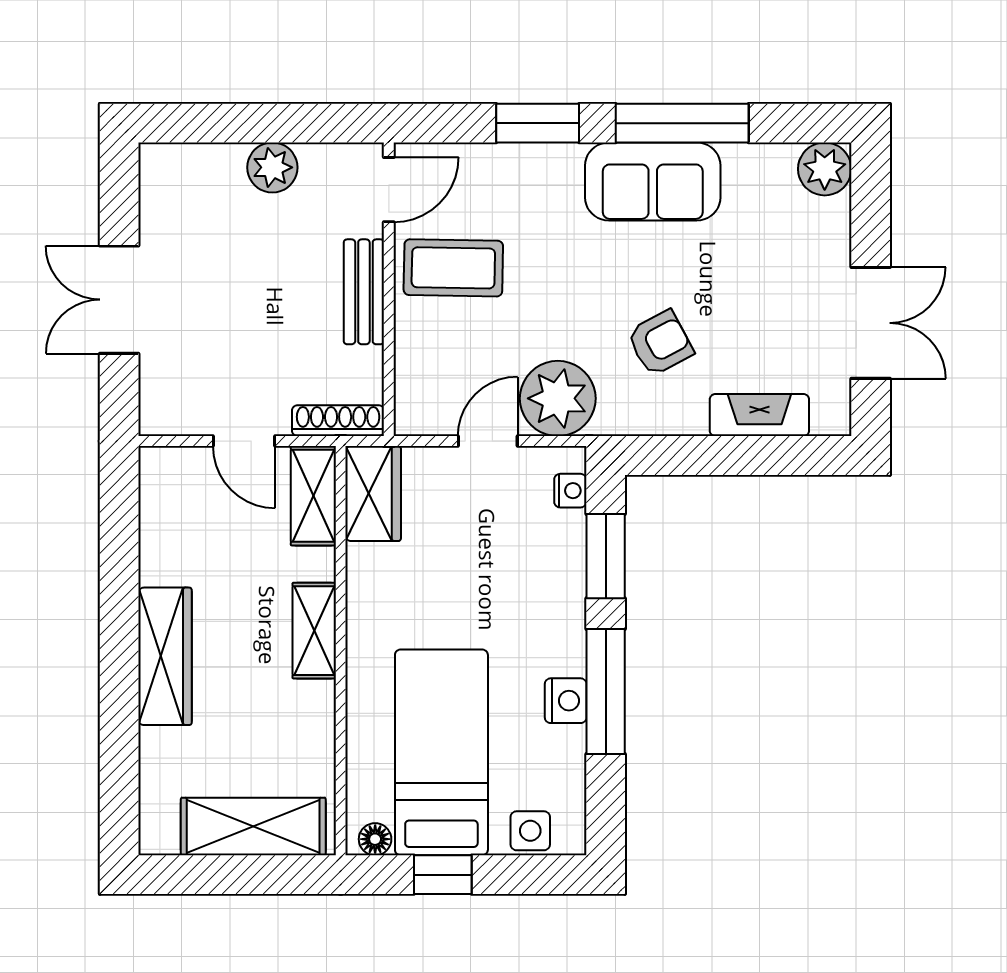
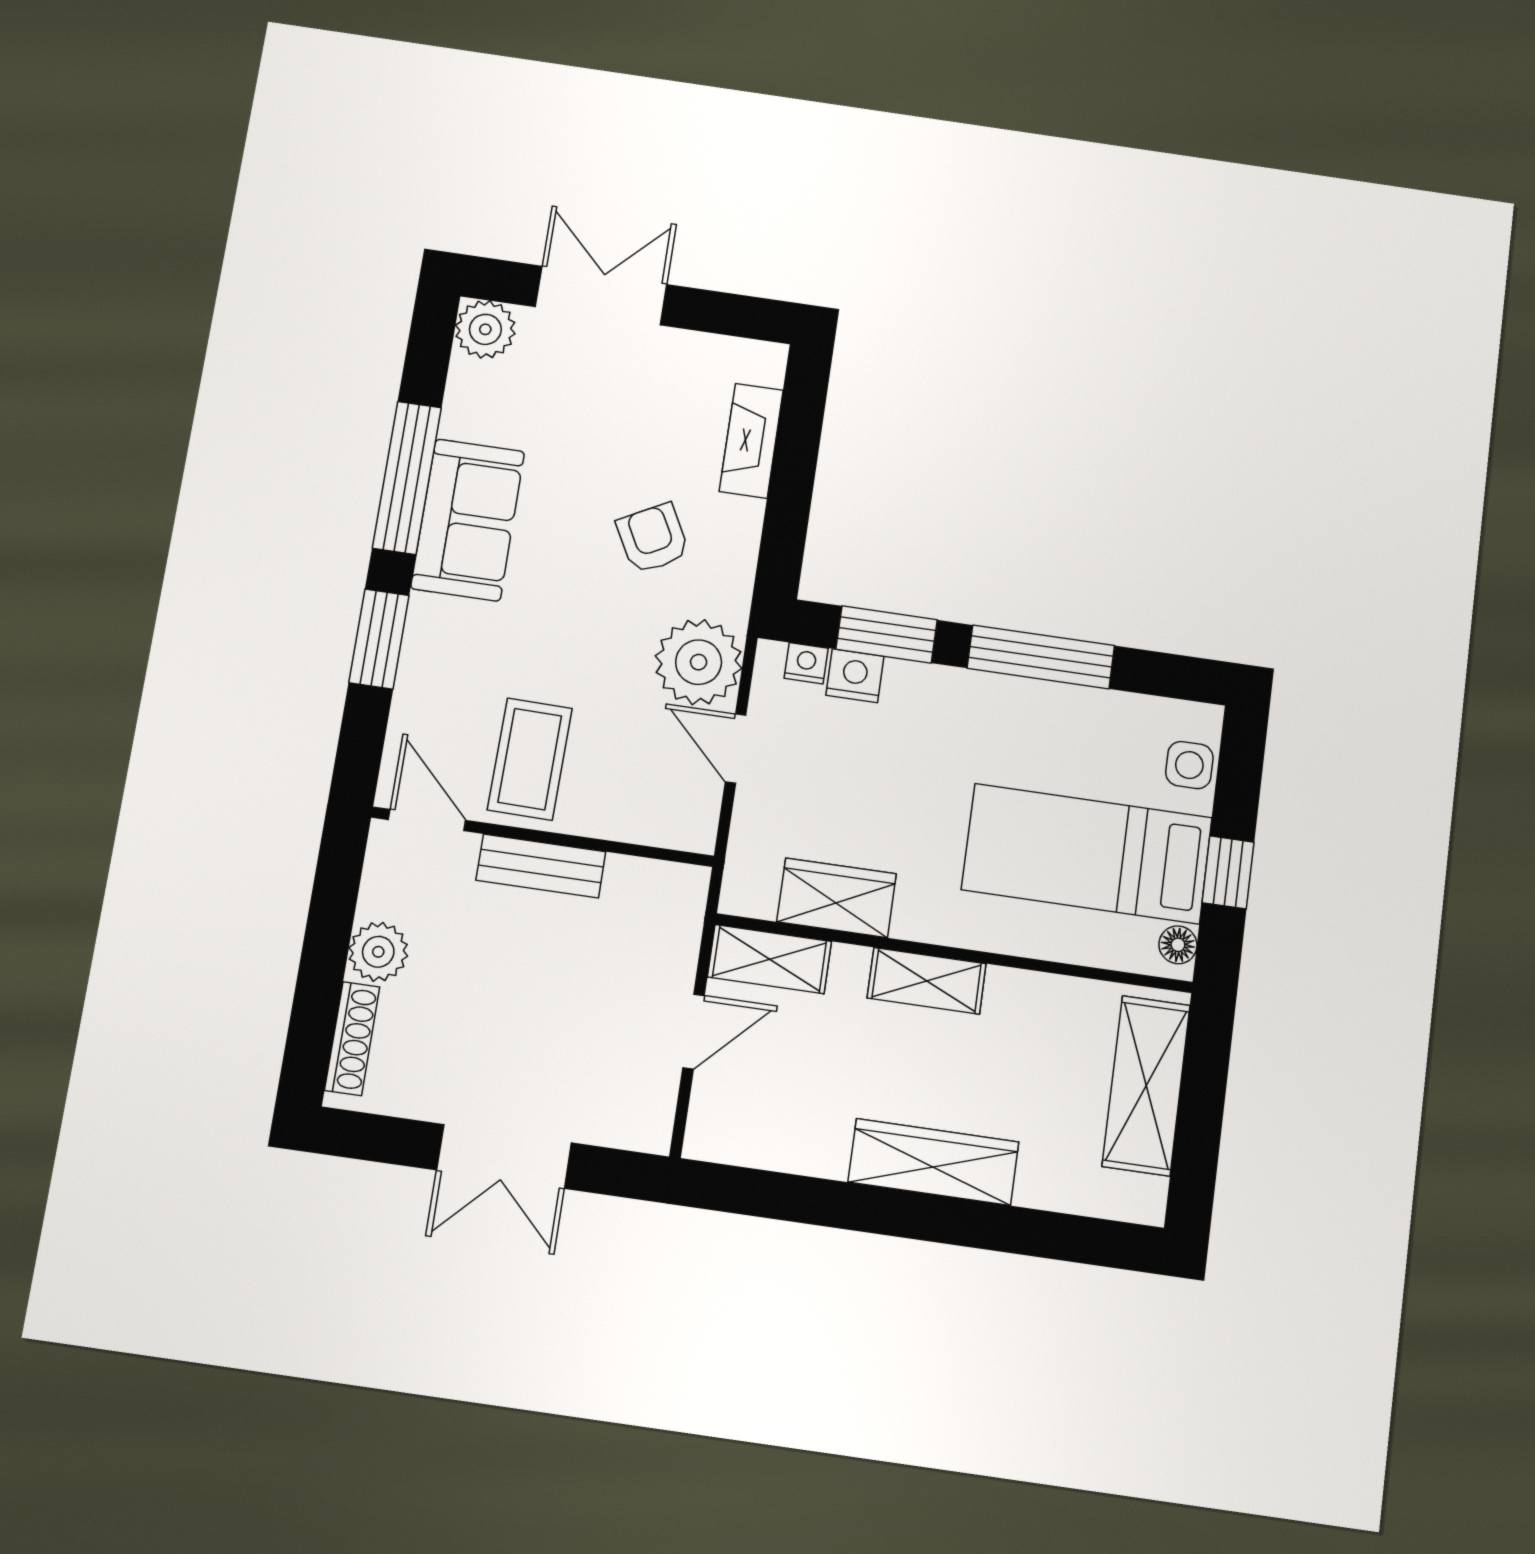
double door: (871, 323) -> (601, 296), moved
shoe rack: (338, 421) -> (352, 1039), moved, turned 180
wardrobe: (373, 494) -> (836, 898), moved
nightstand: (566, 701) -> (855, 676), moved

